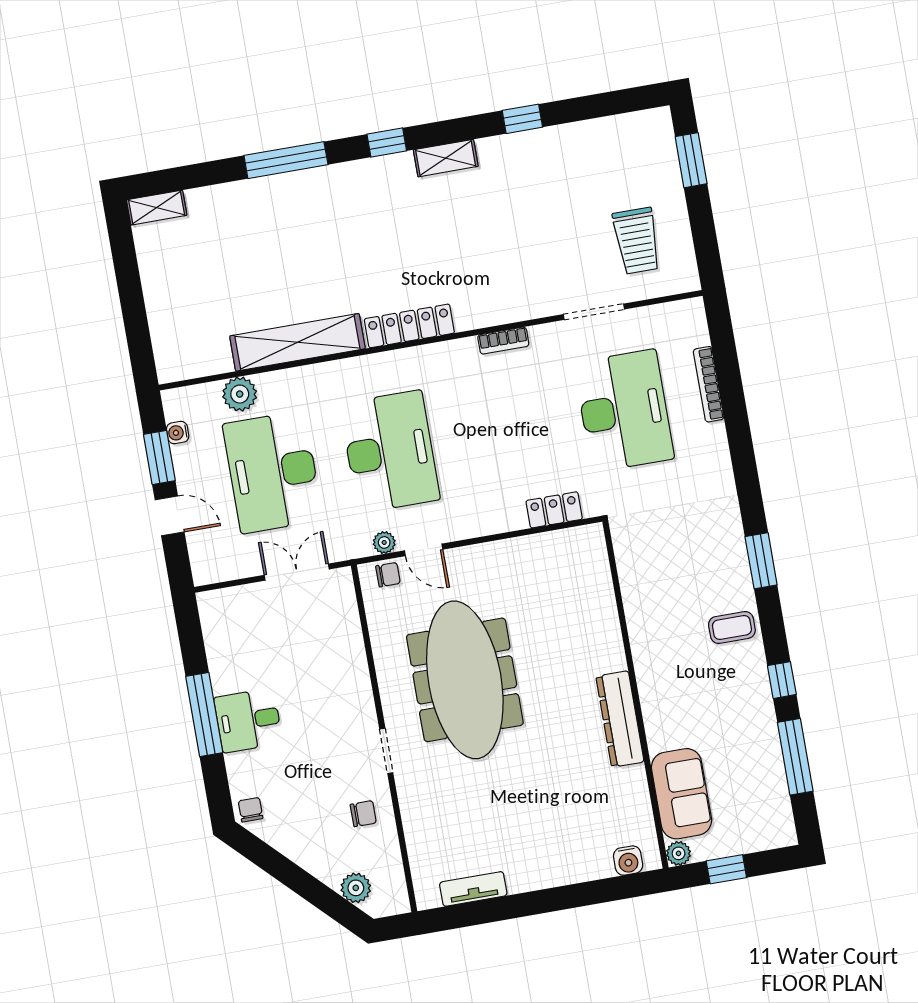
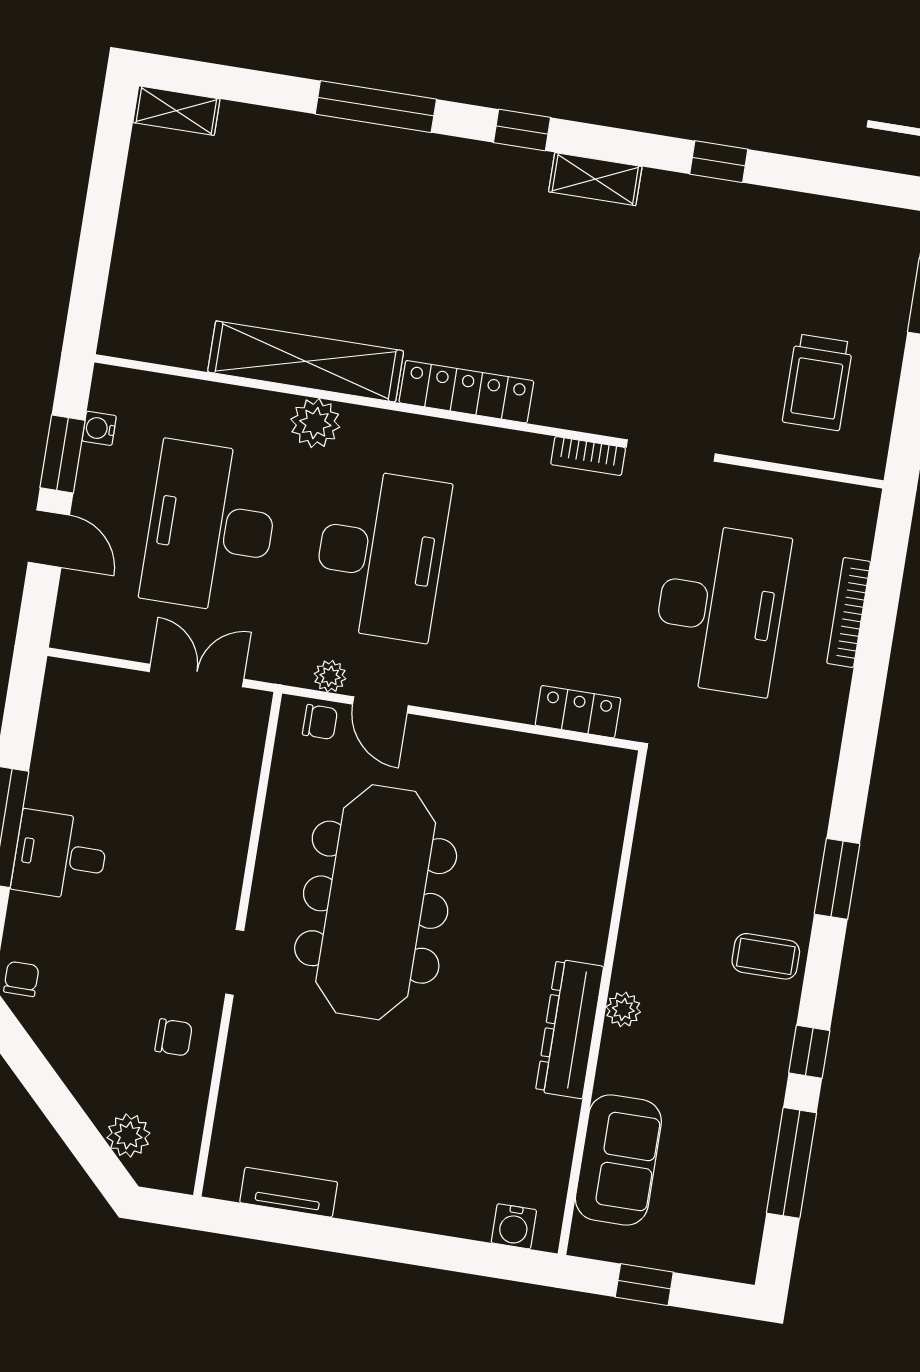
doorway: (594, 312) -> (671, 450), moved
plant: (240, 394) -> (315, 423), moved
plant: (679, 853) -> (623, 1009), moved

